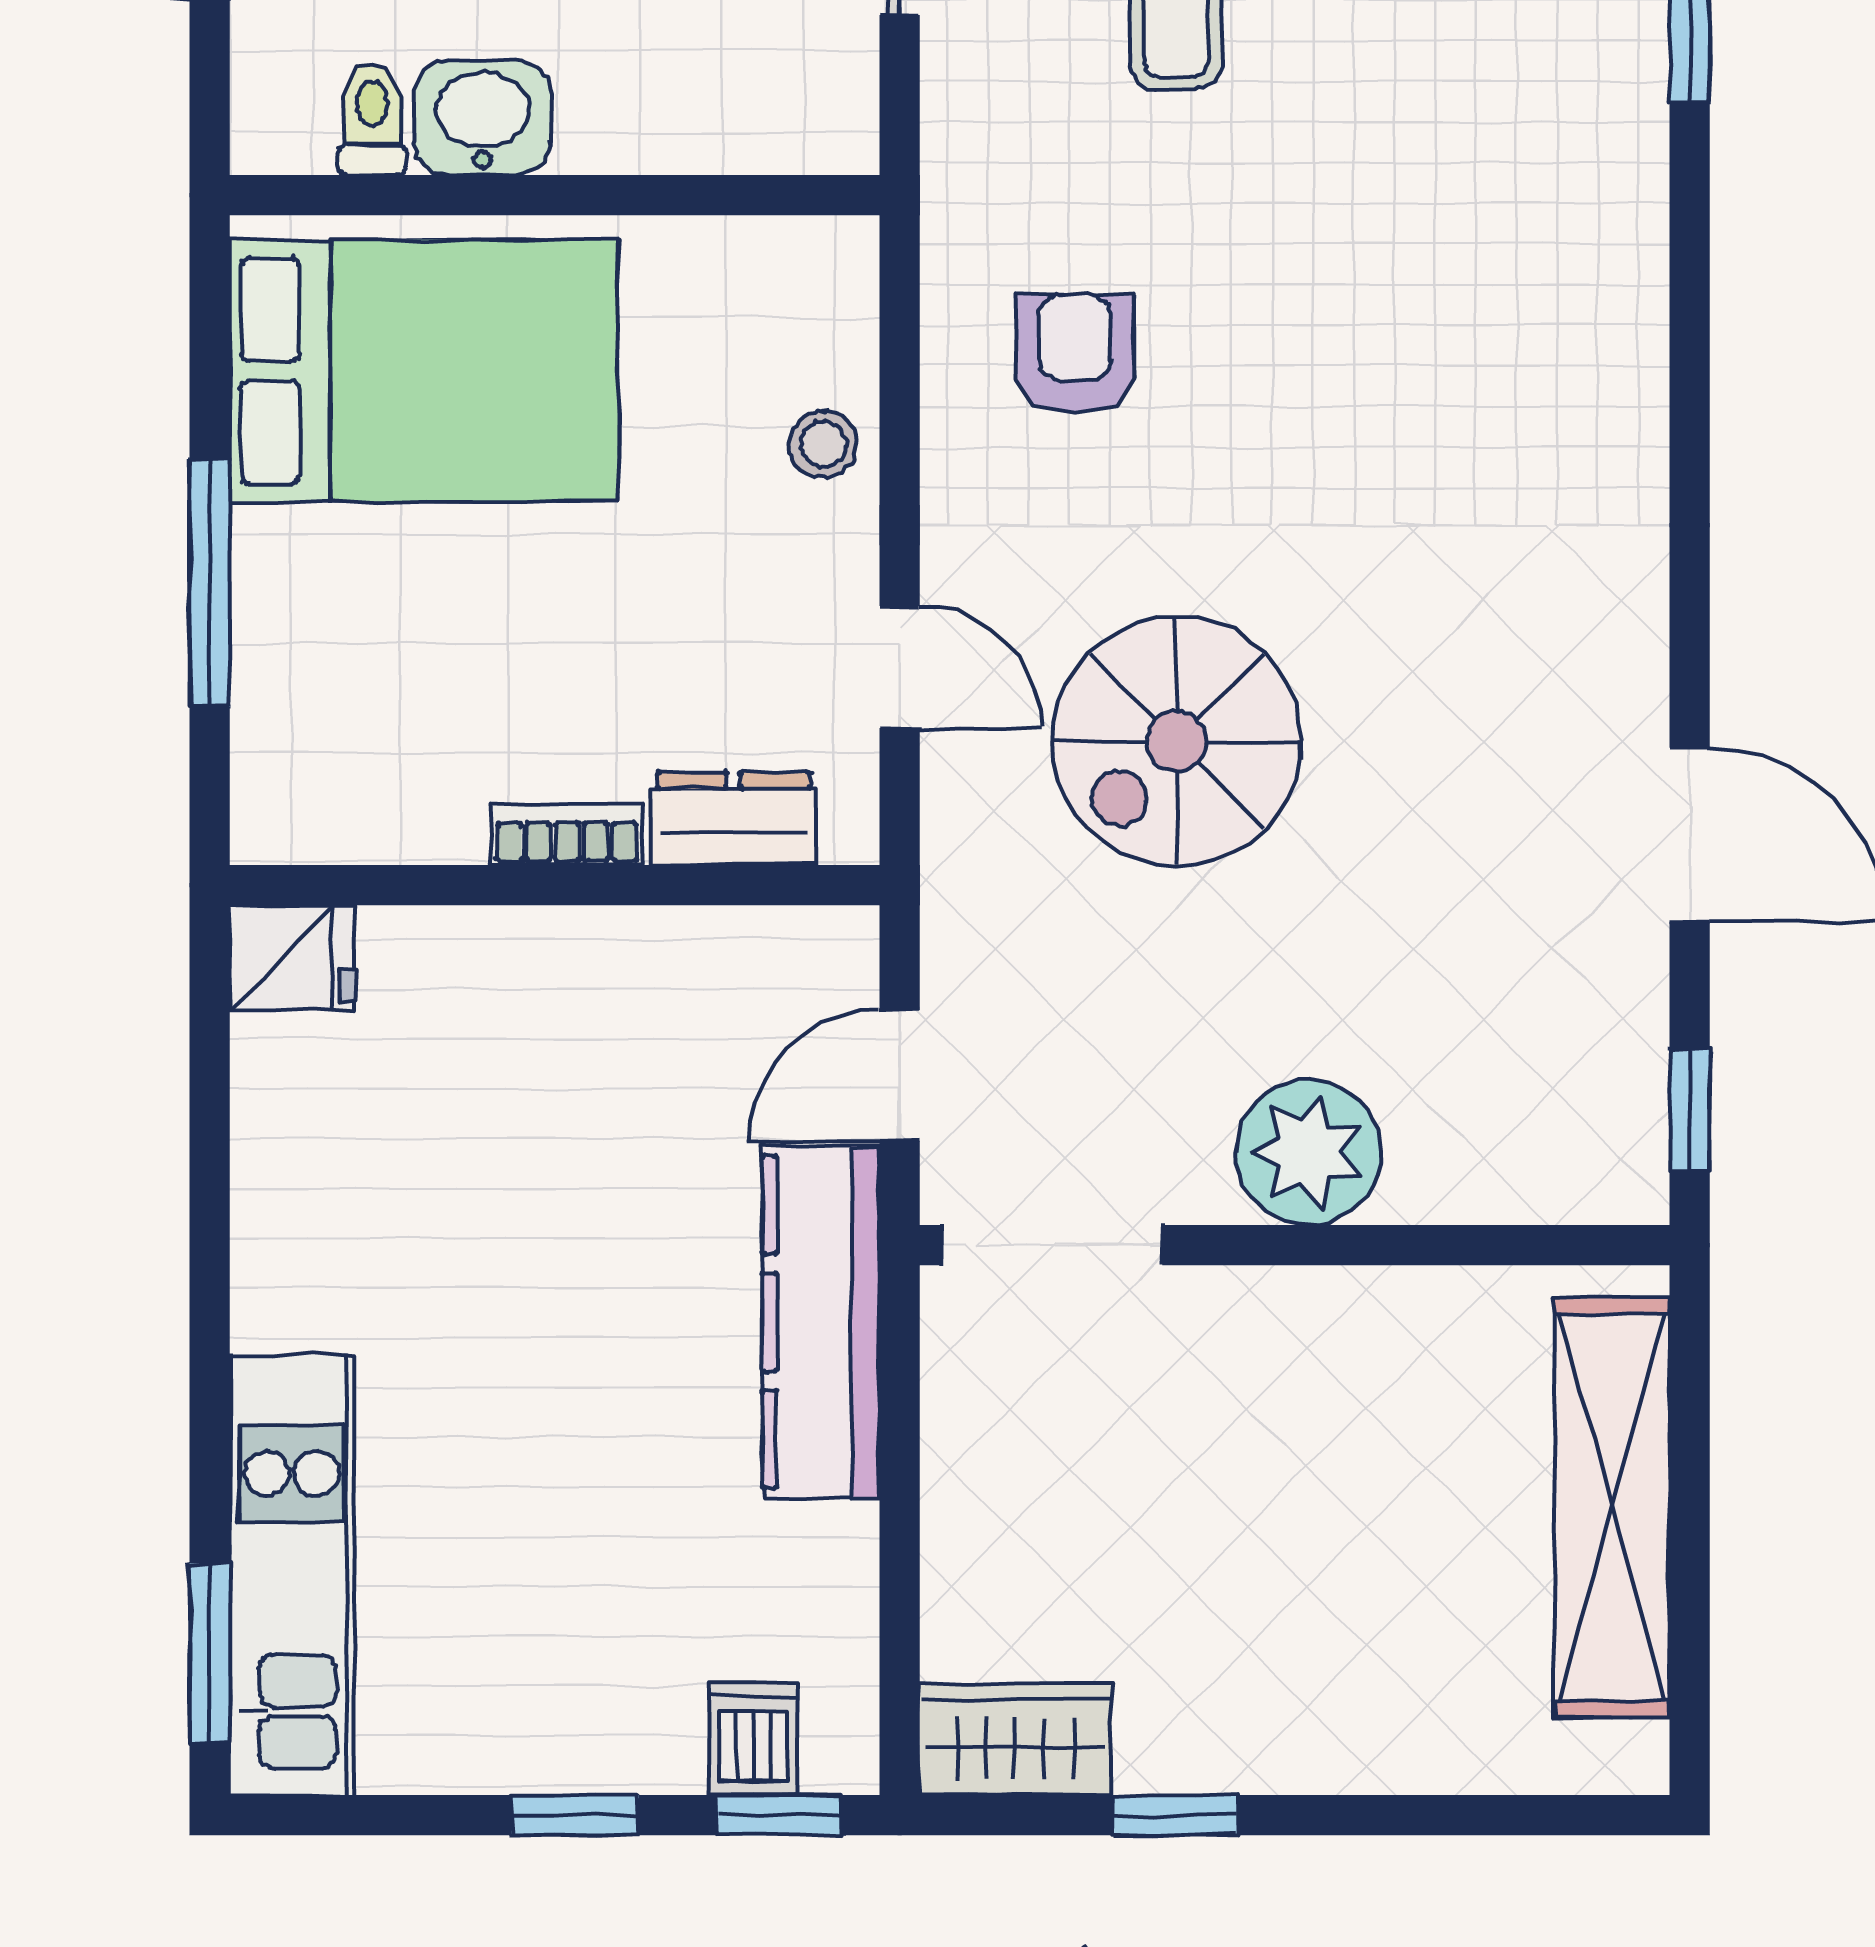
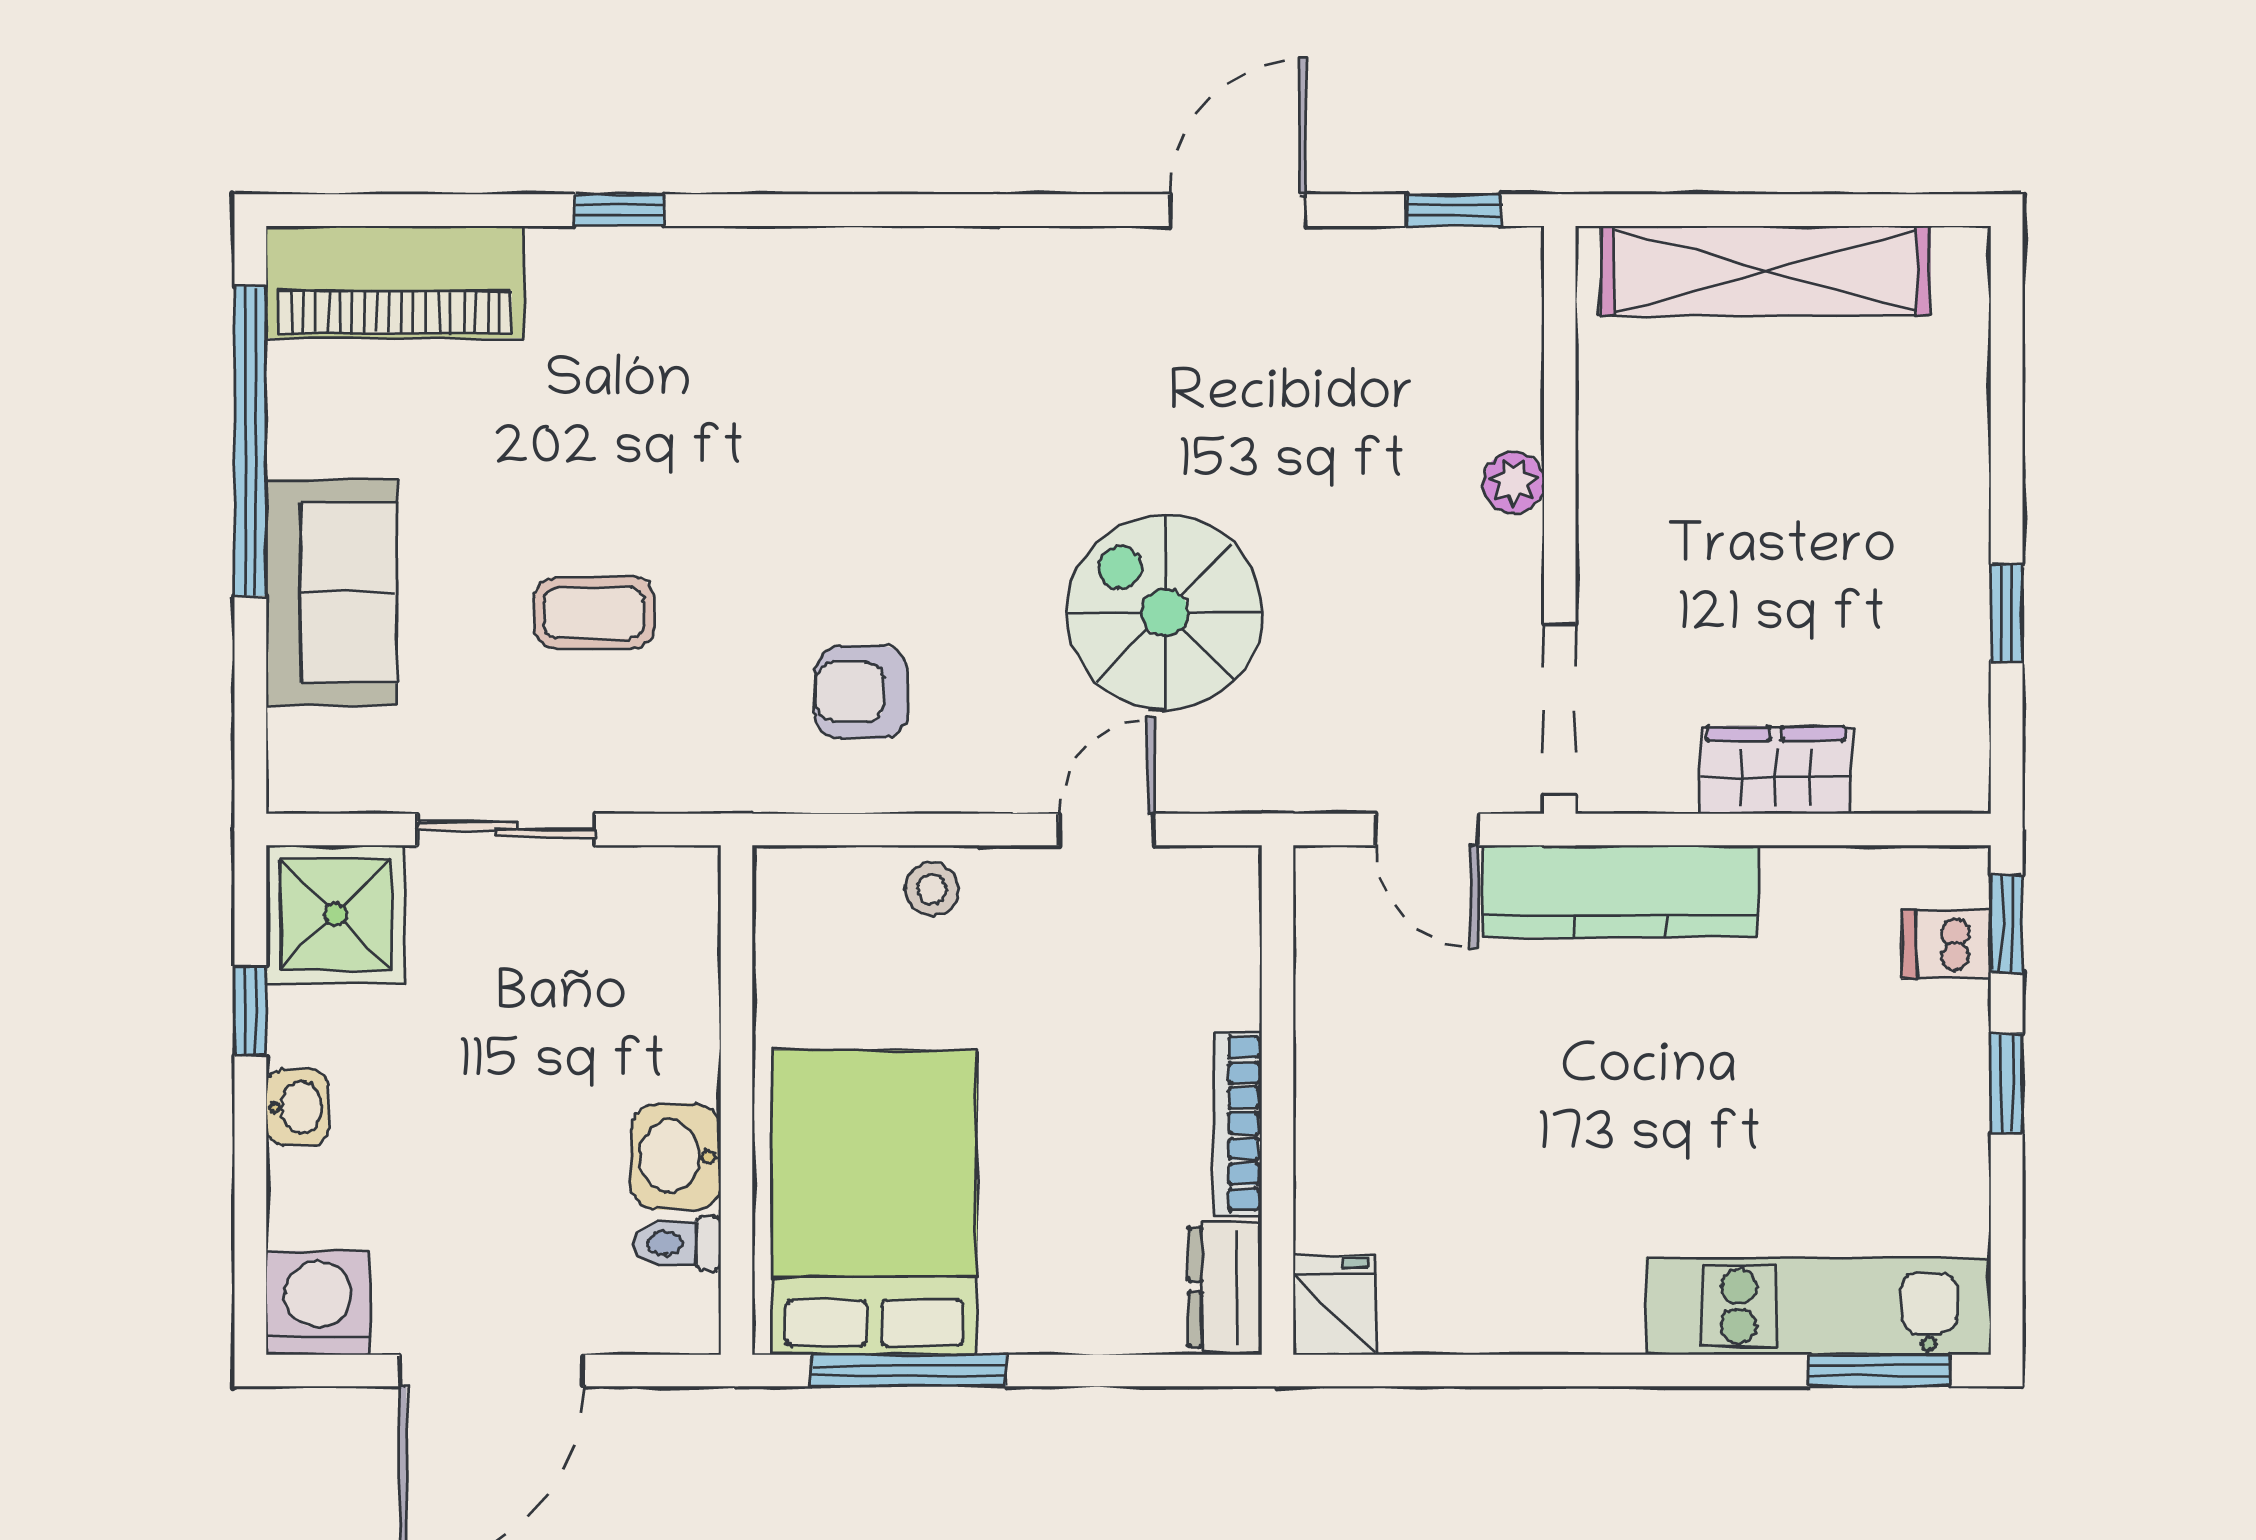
window: (210, 582) -> (908, 1371), moved
spiral stairs: (1177, 741) -> (1165, 612), turned 180
dresser: (733, 818) -> (1225, 1287), moved
bookcase: (567, 835) -> (1238, 1123), width x1.56
plant: (1308, 1152) -> (1514, 482), width x0.53, depth x0.53
wardrobe: (1016, 1739) -> (1776, 770), moved, turned 90

